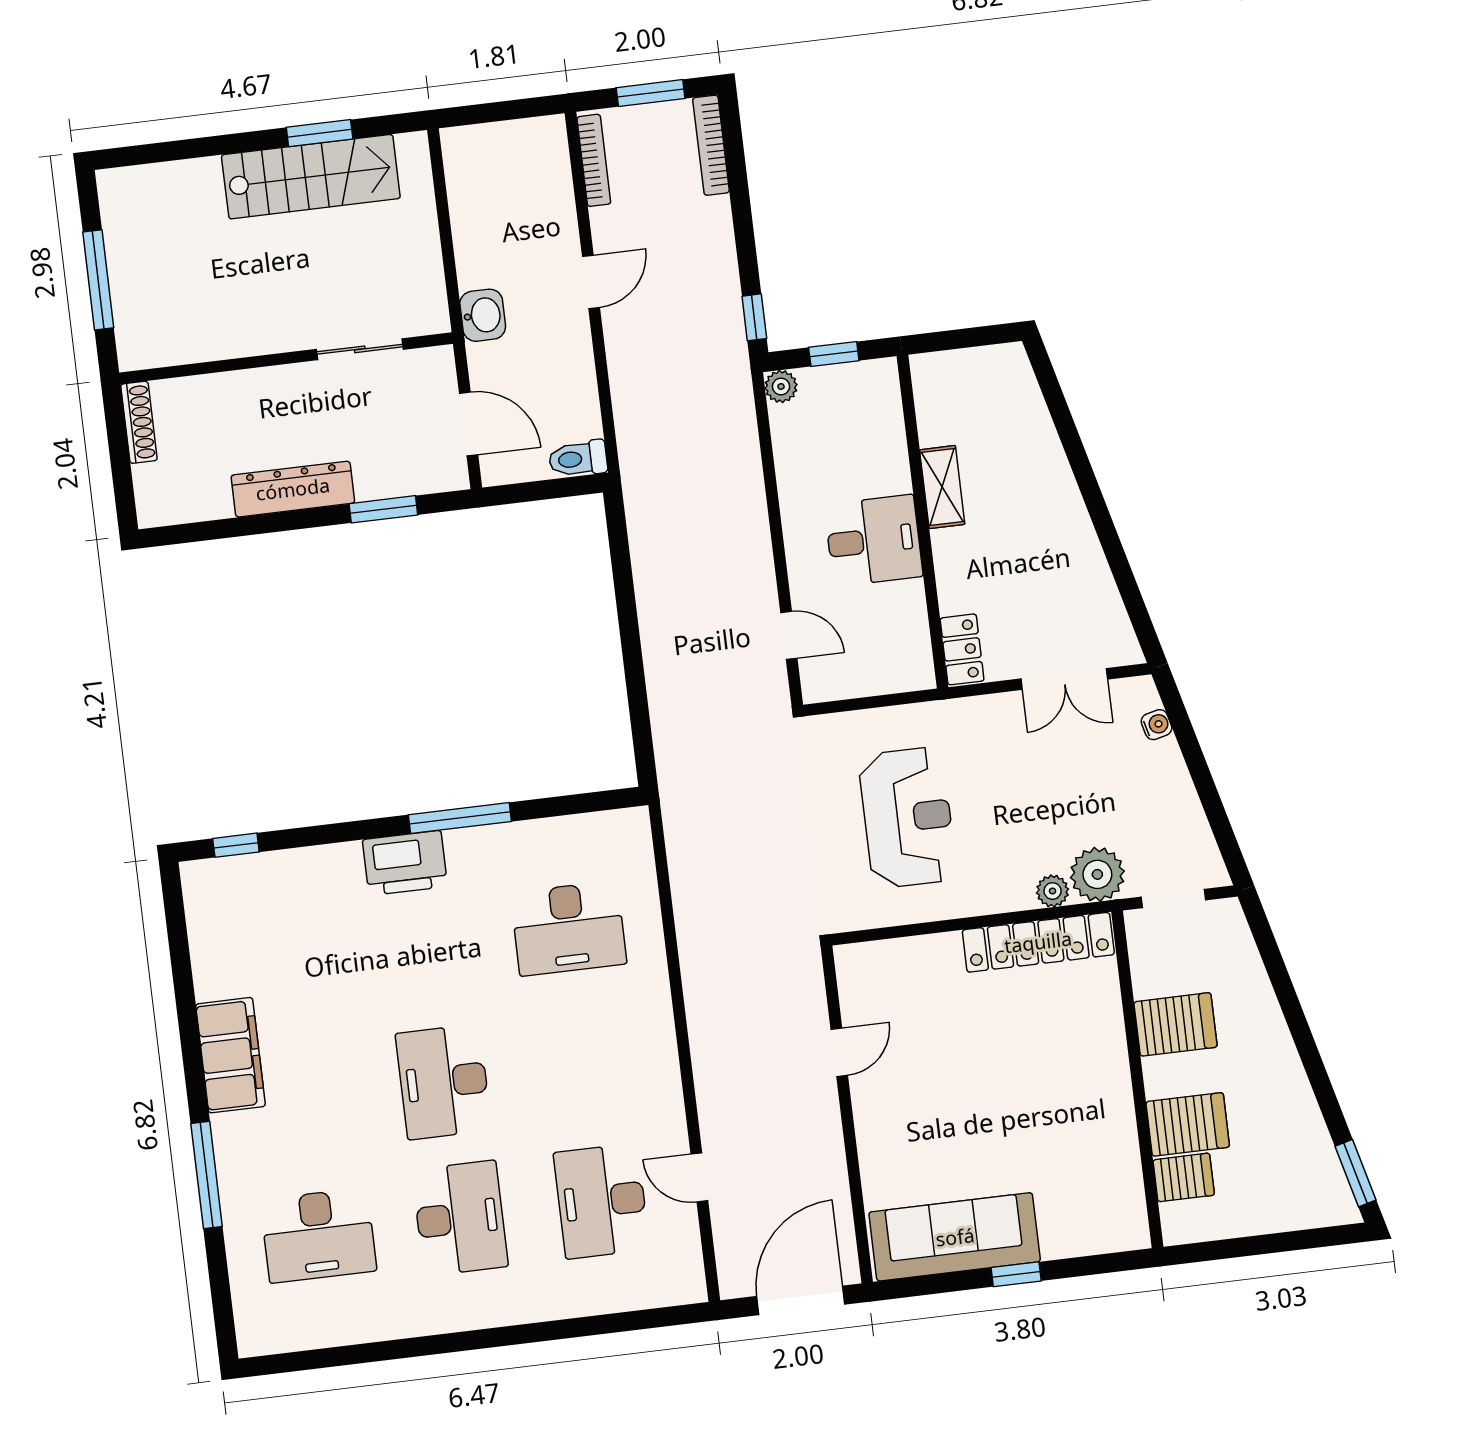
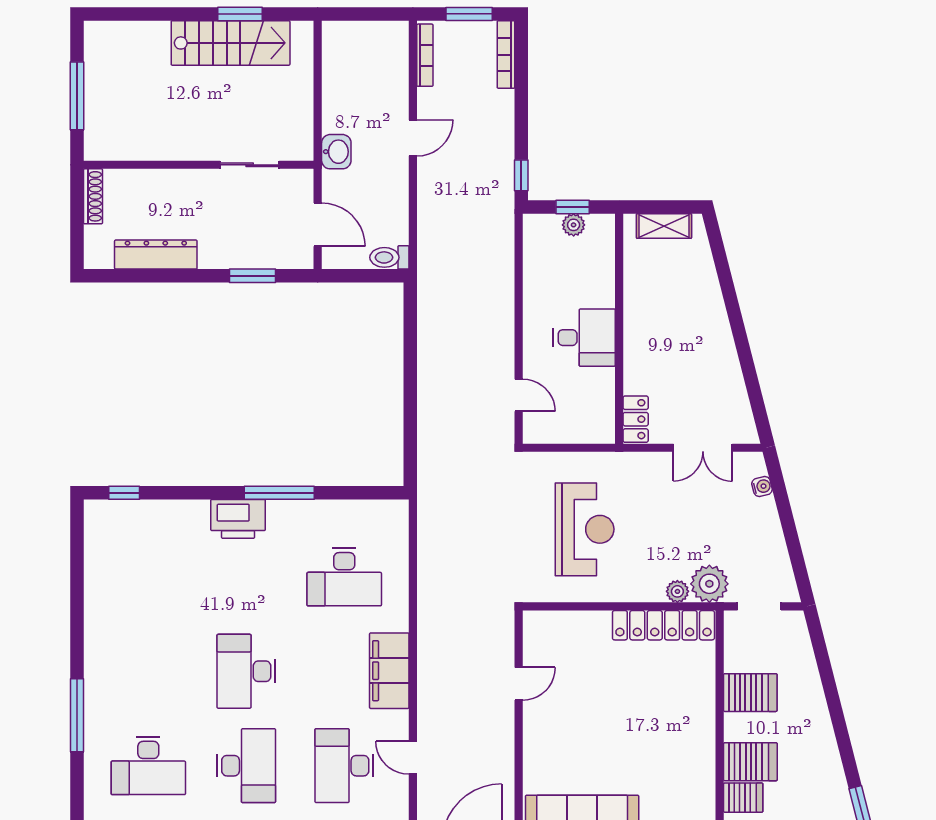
plant: (781, 386) -> (574, 225), moved
shelving: (942, 487) -> (664, 226), moved, turned 90
dresser: (293, 489) -> (156, 255), moved
filing cabinet: (231, 1055) -> (389, 671), moved, turned 180

